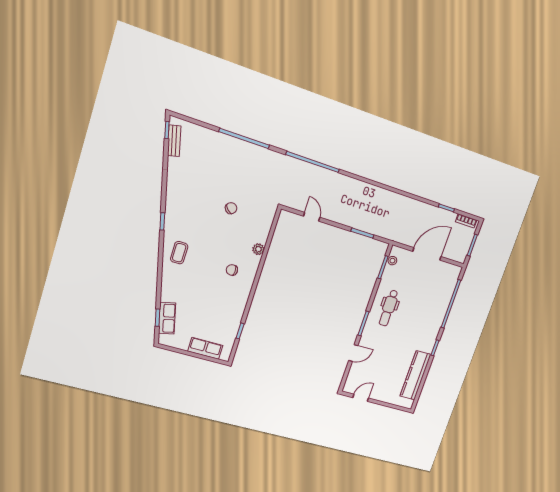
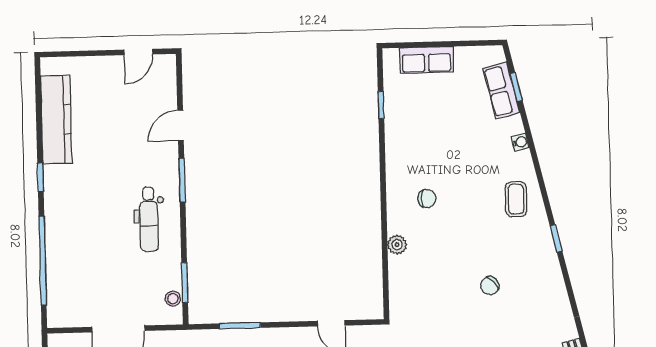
chair: (231, 208) -> (490, 286), moved
water cooler: (166, 285) -> (520, 142), added
dental chair: (389, 308) -> (149, 219), turned 180

